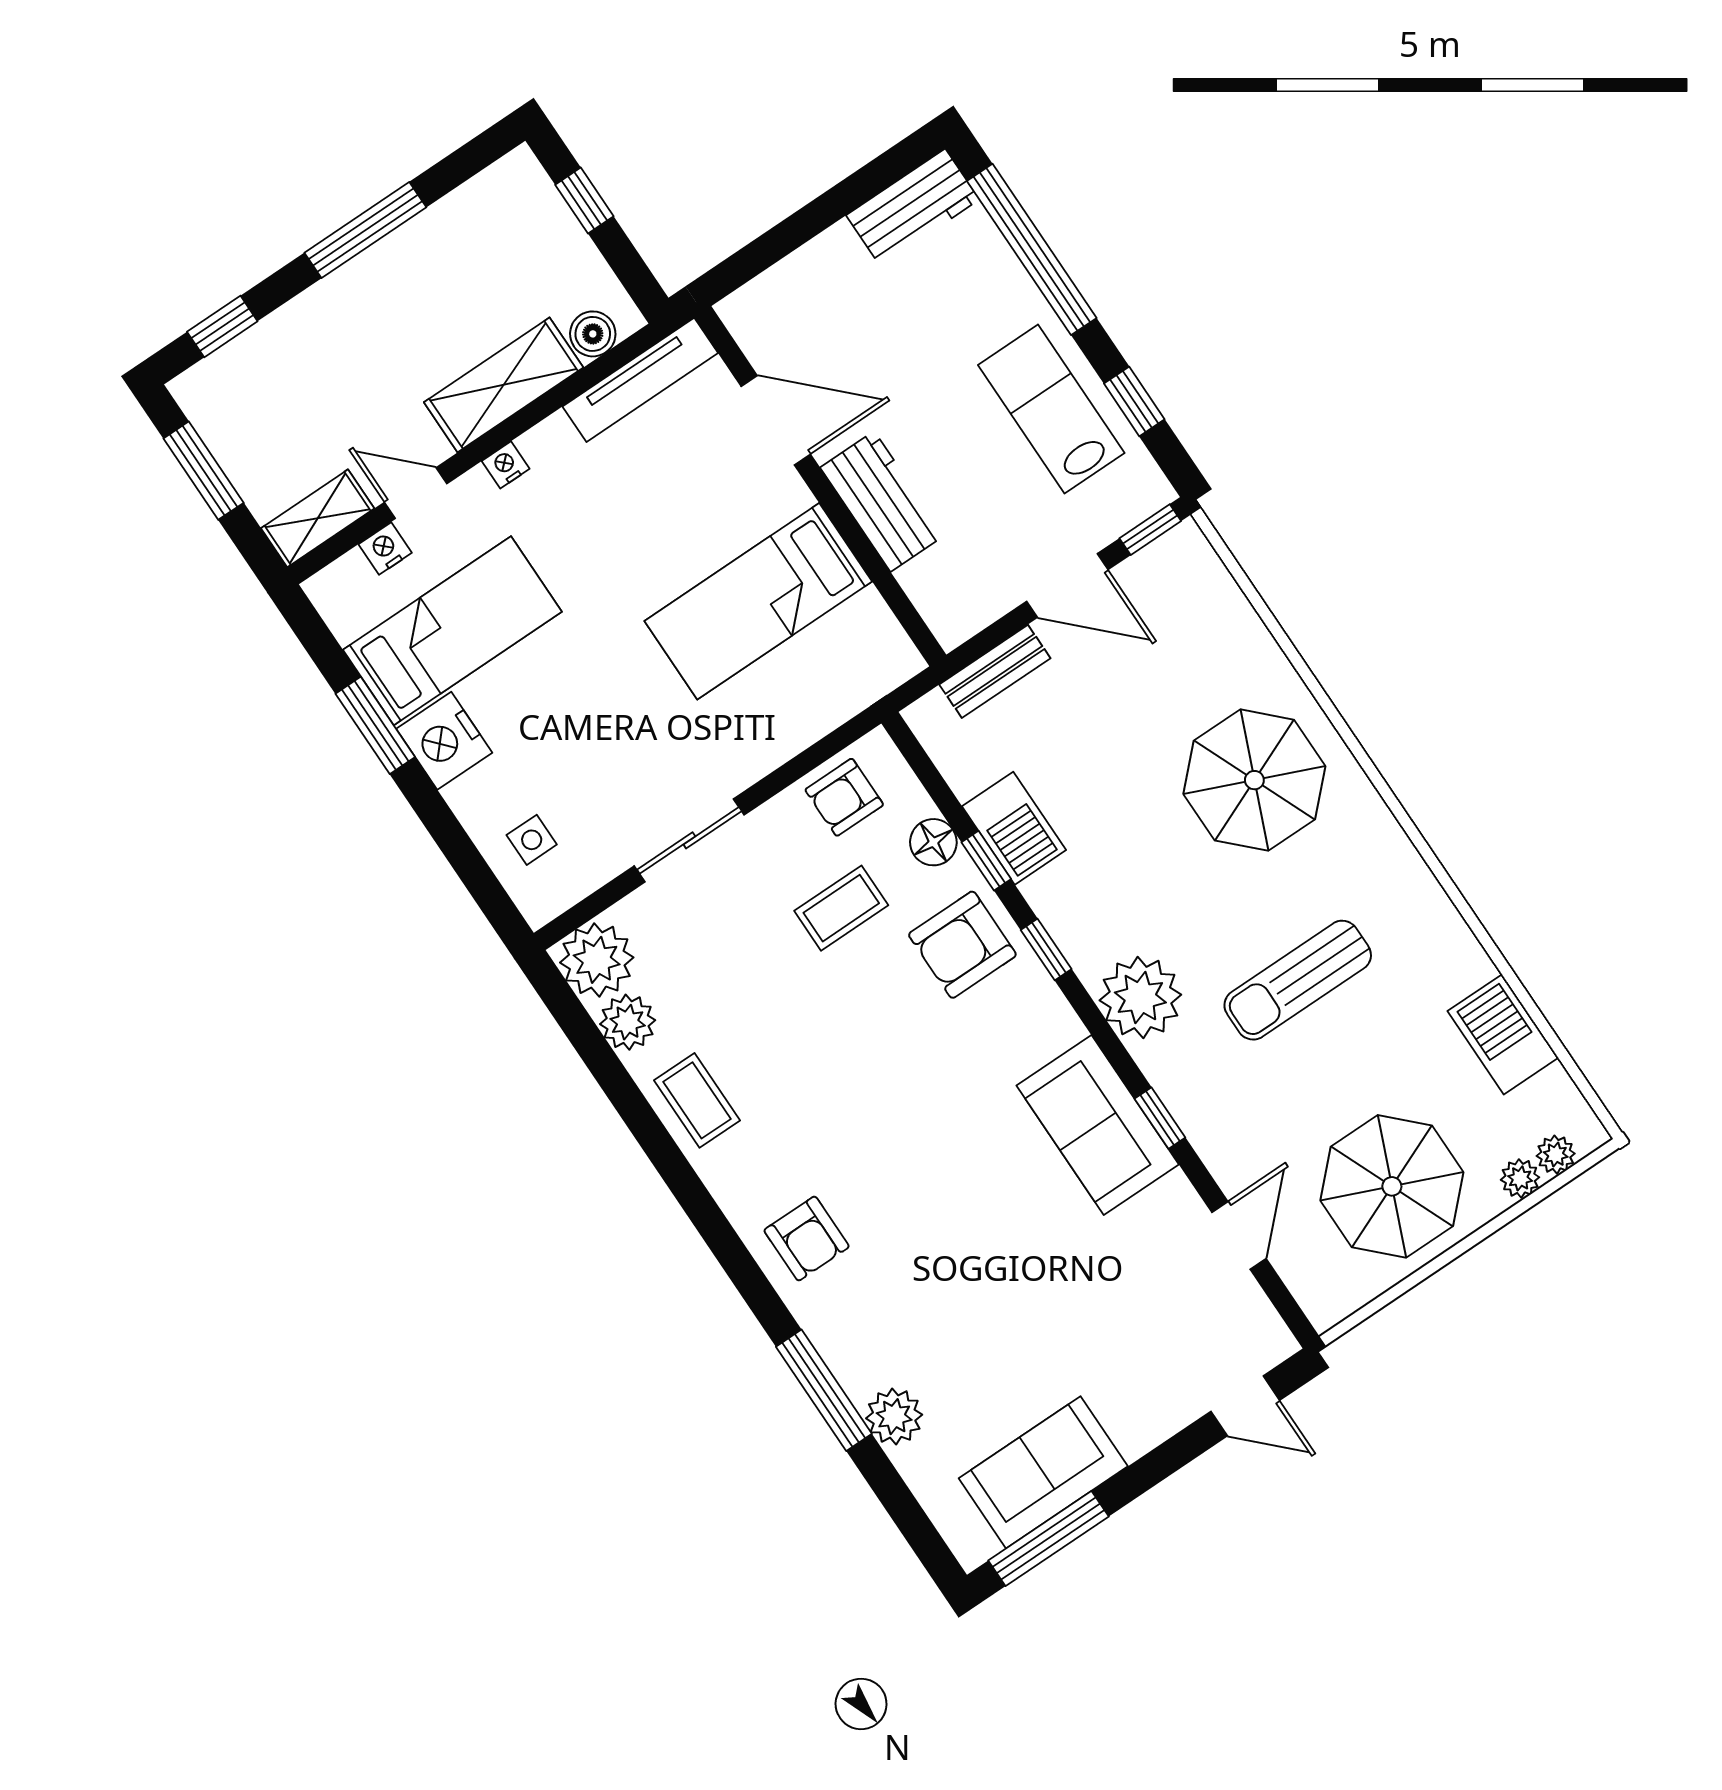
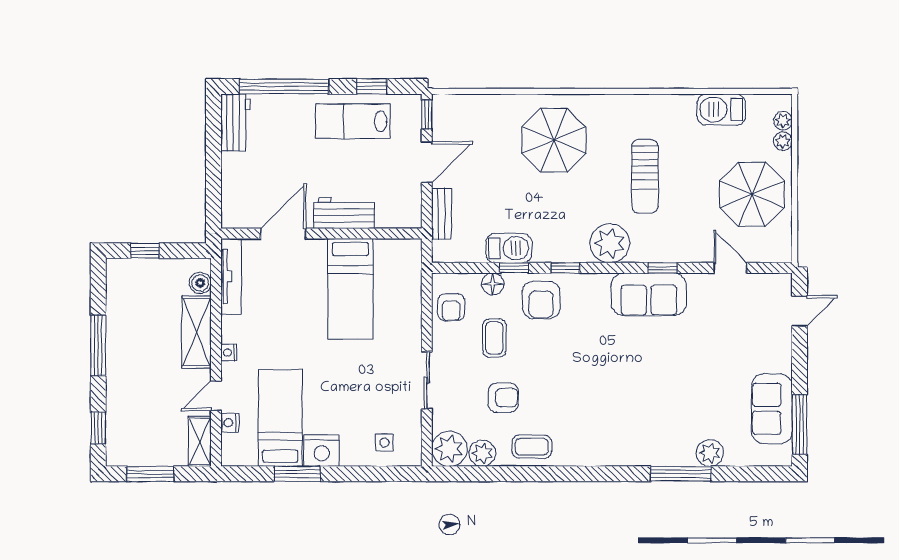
armchair: (807, 1239) -> (503, 398), moved

